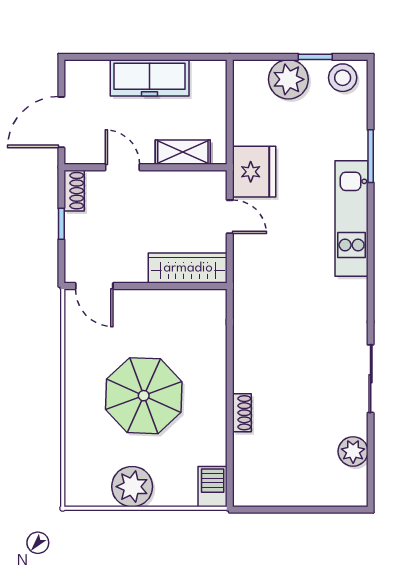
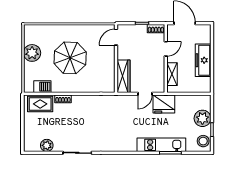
kitchen unit: (352, 218) -> (161, 145), moved
rug: (254, 468) -> (40, 104), added
barbecue: (213, 487) -> (42, 87), moved

